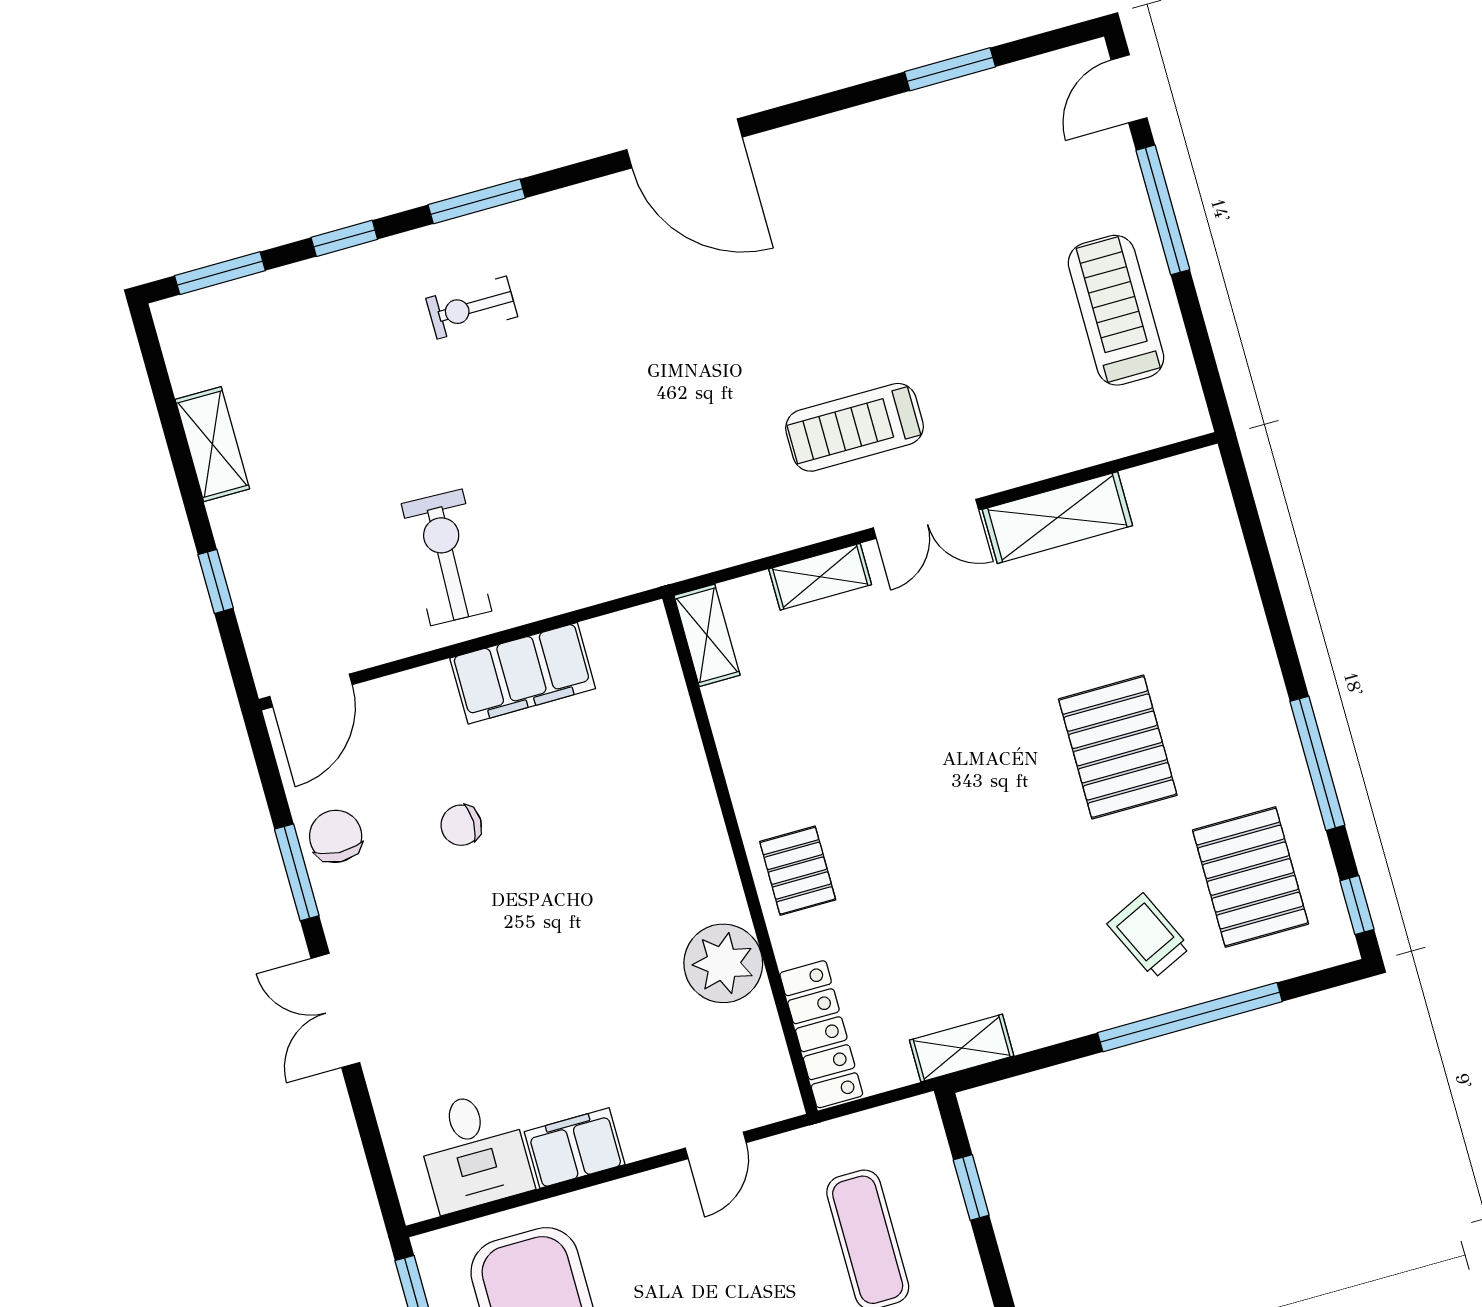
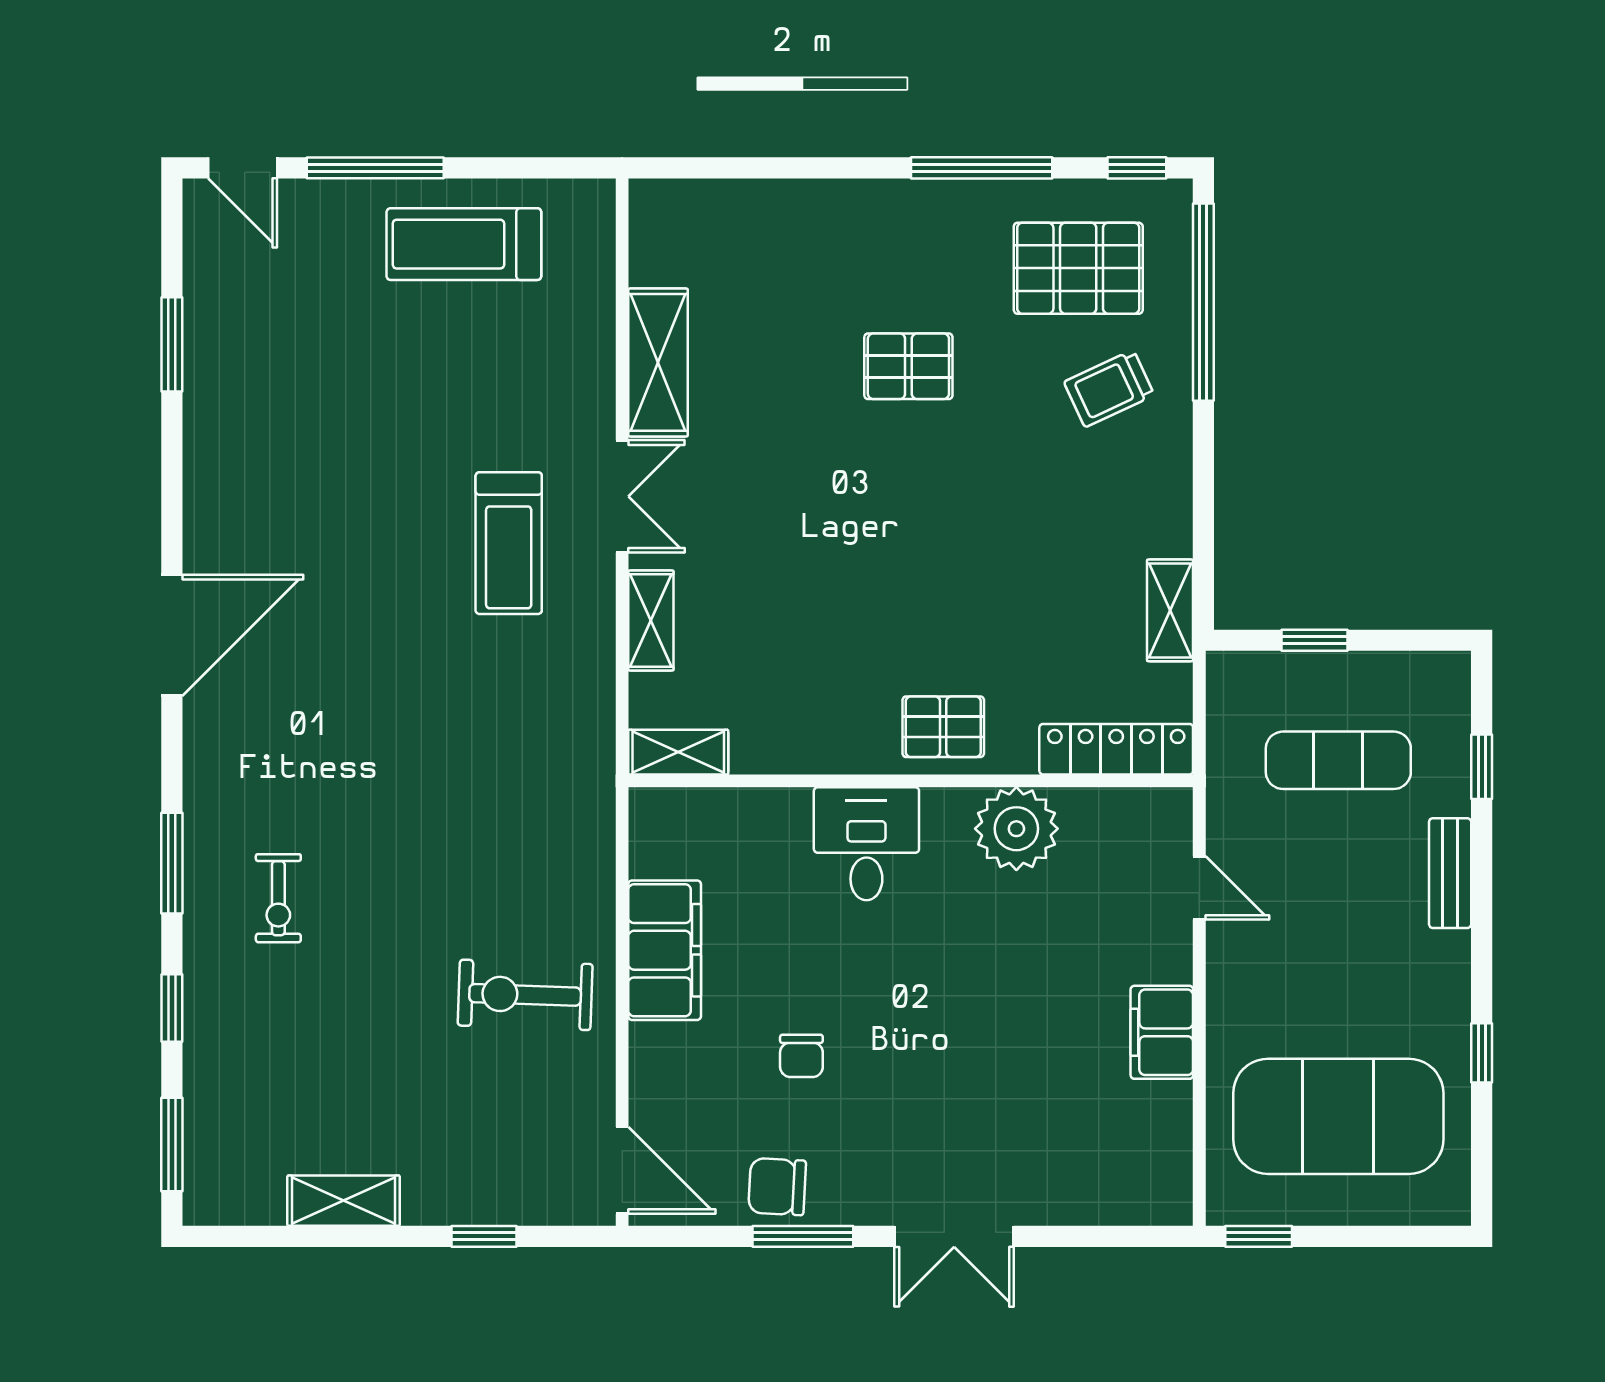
pallet: (1118, 747) -> (908, 366), width x0.67, depth x0.71
window: (1190, 1017) -> (1203, 302), moved
desk: (474, 1151) -> (866, 844), moved, turned -90

